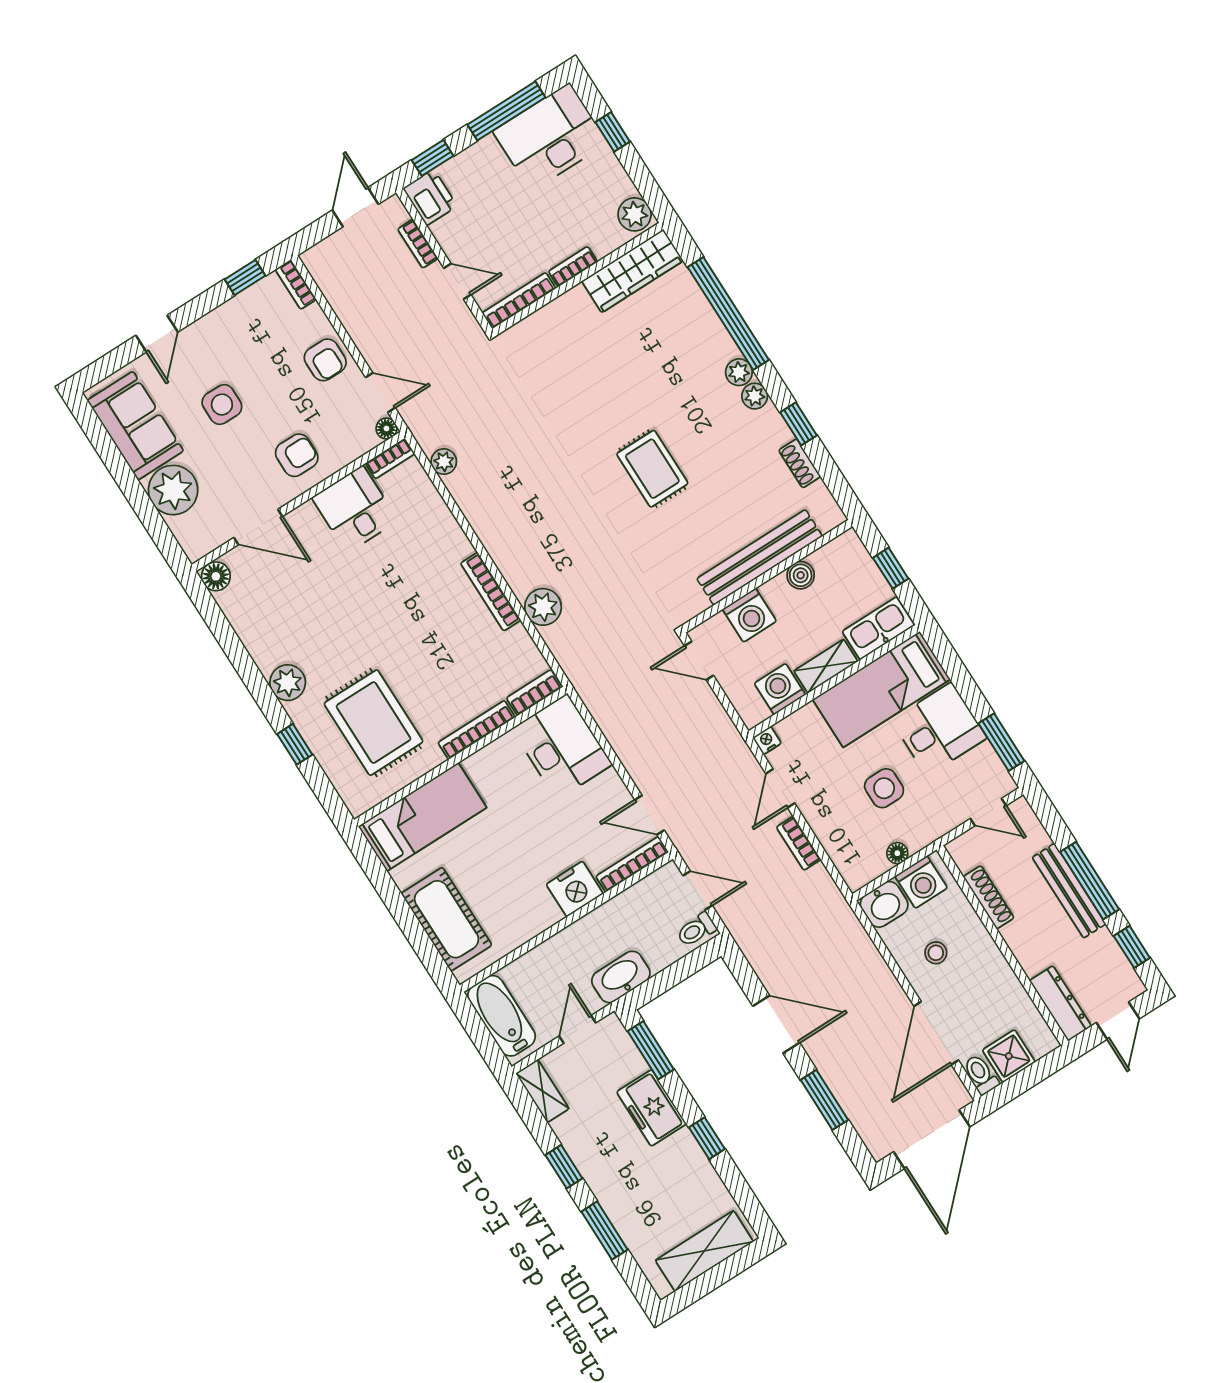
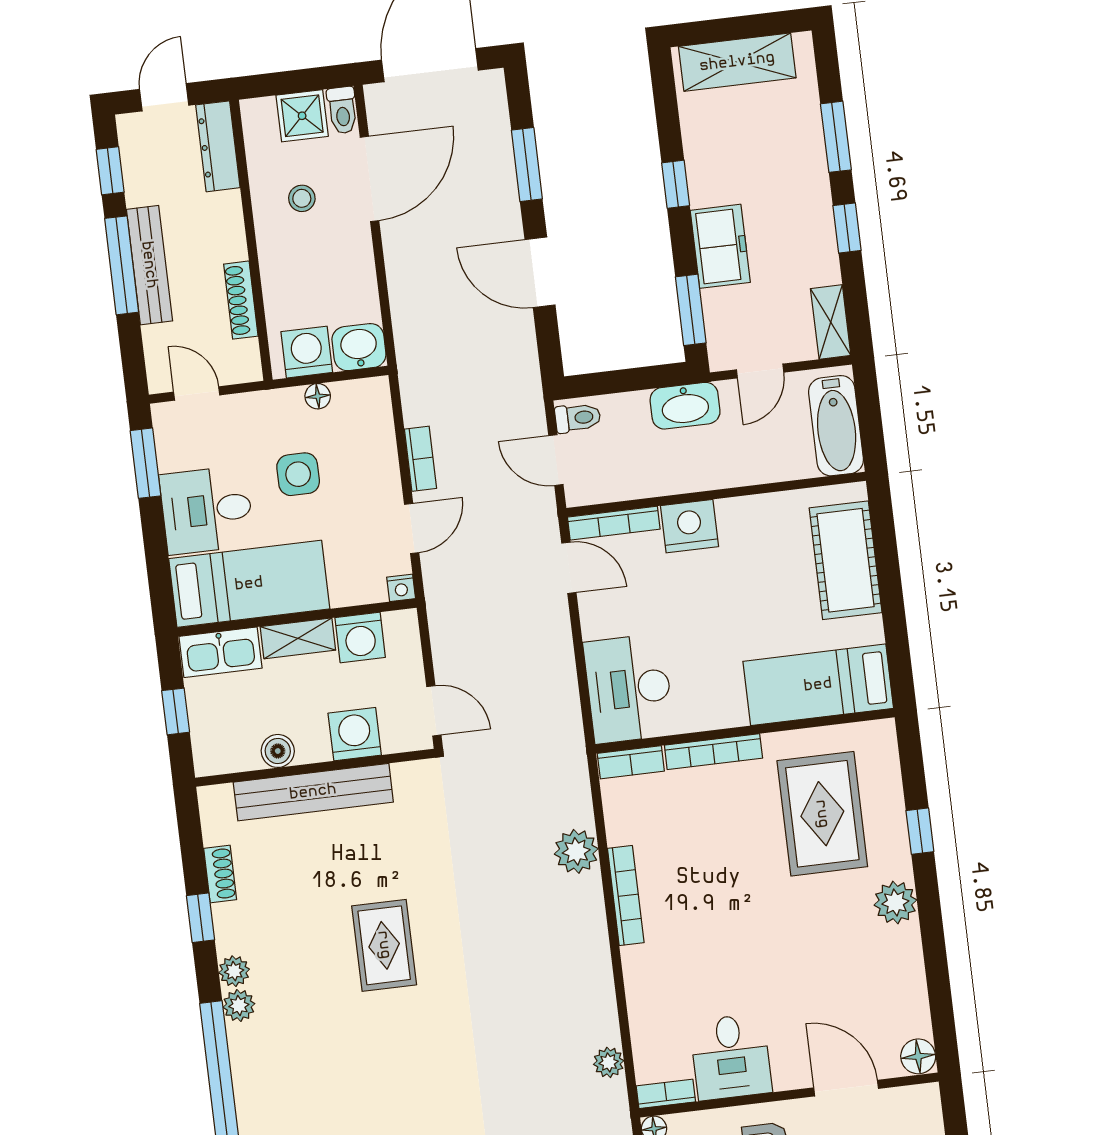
stool: (936, 953) -> (302, 198), moved

